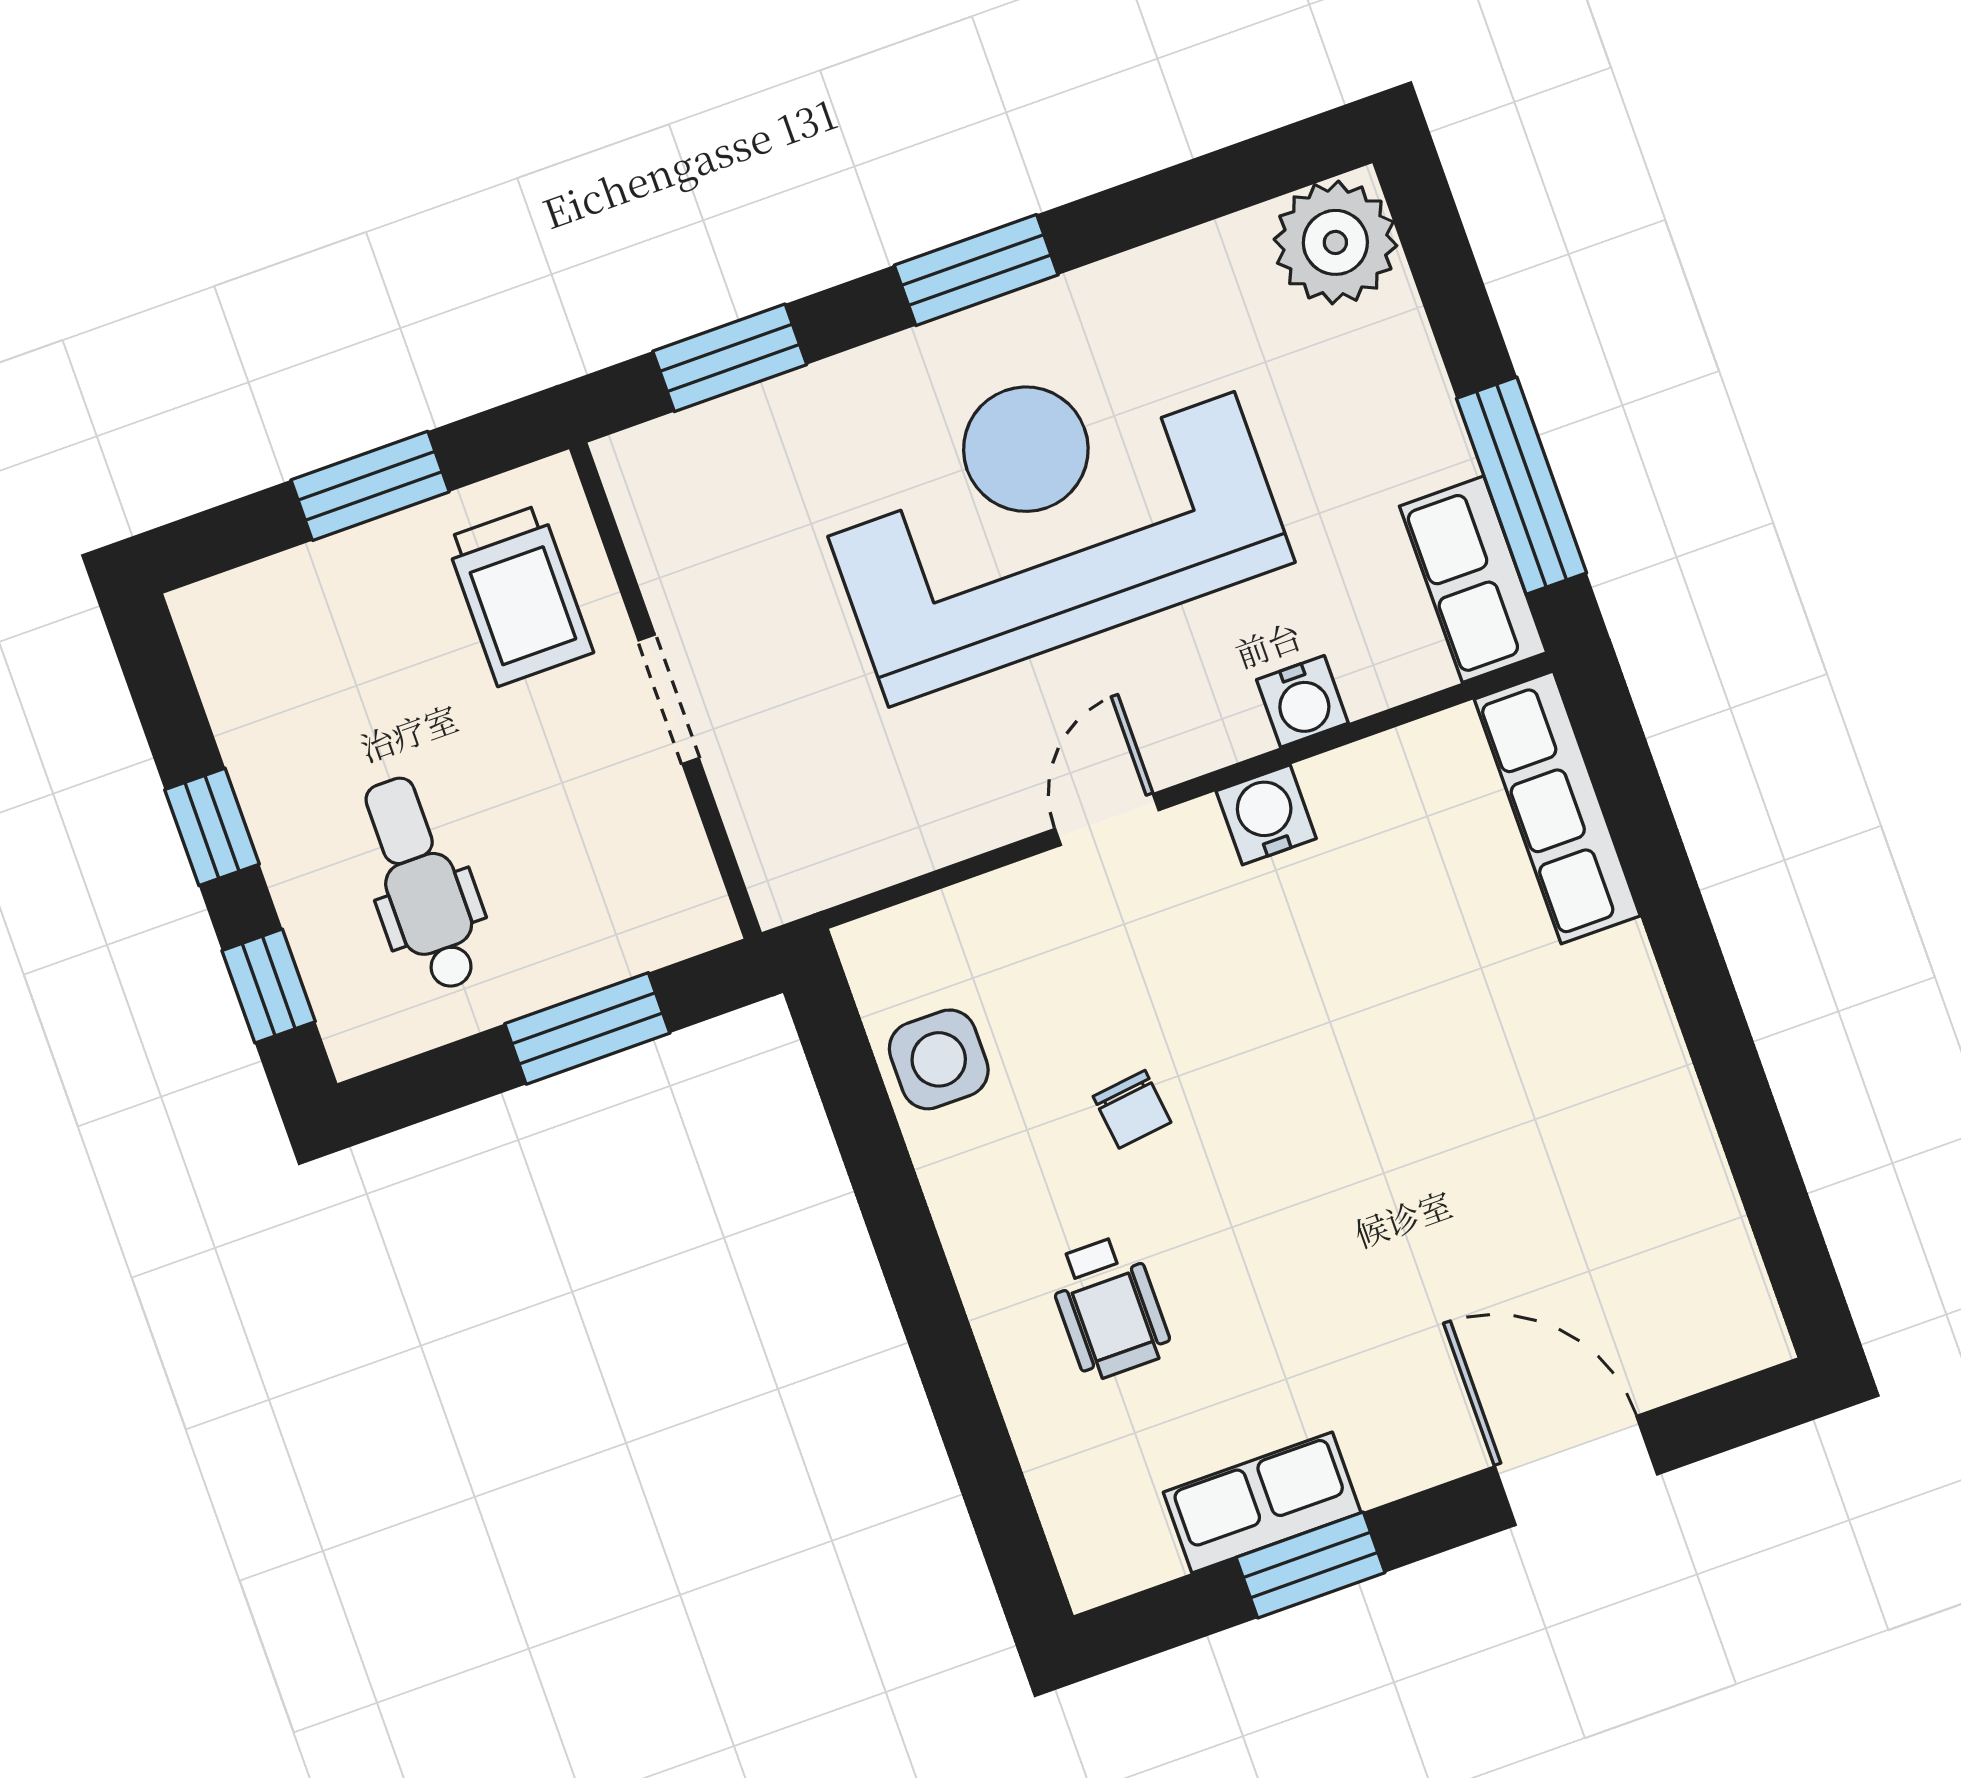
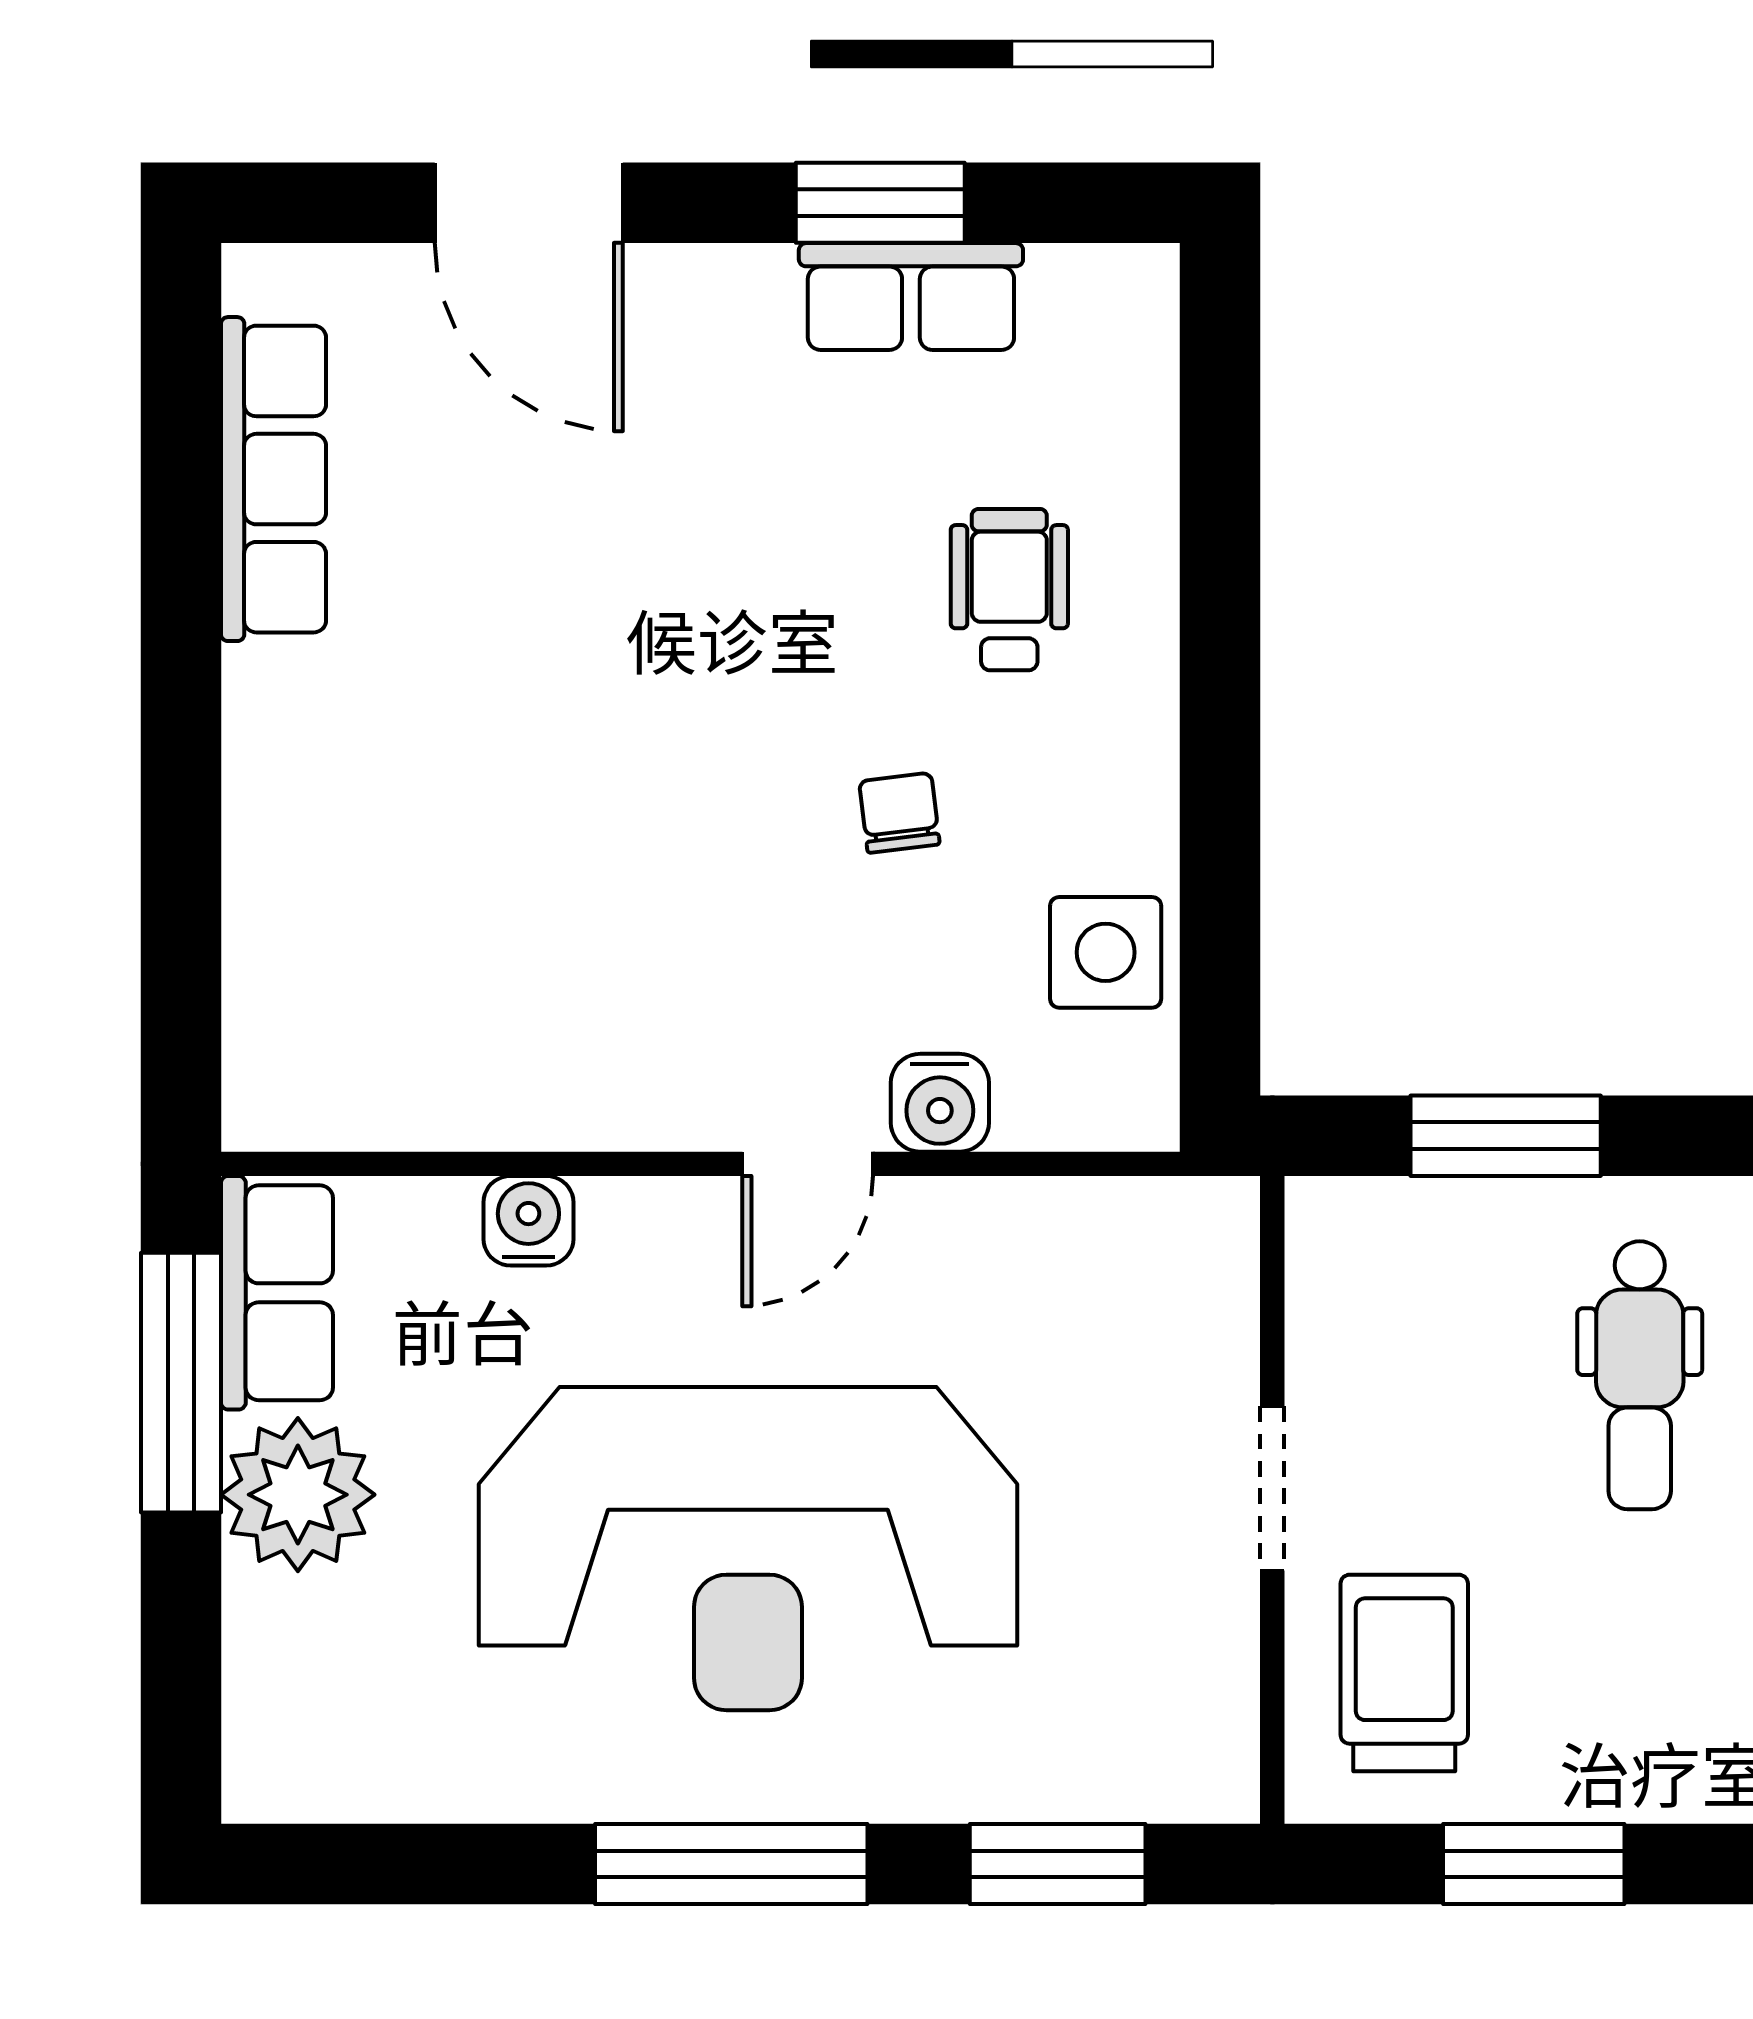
plant: (1335, 242) -> (298, 1495), moved
window: (976, 270) -> (731, 1864), width x1.44
row of seats: (1557, 807) -> (273, 479), moved
water cooler: (1266, 815) -> (940, 1103), moved

